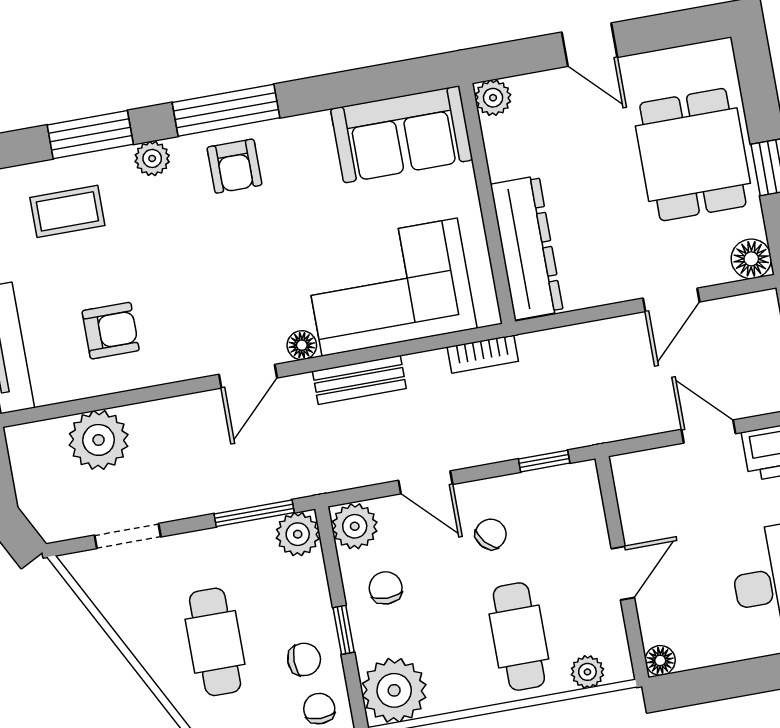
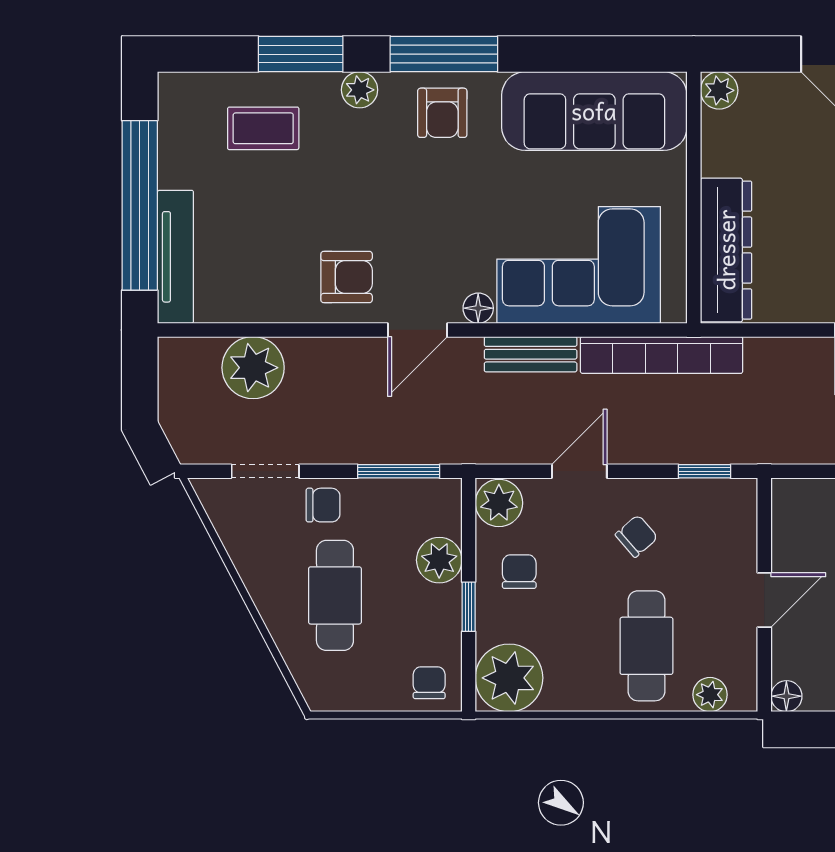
sofa: (402, 134) -> (594, 111), width x1.36
armchair: (111, 331) -> (347, 277), moved
bookcase: (483, 354) -> (662, 355), width x2.31, depth x1.31
door: (426, 482) -> (579, 471), swing flipped
plant: (298, 534) -> (439, 560), moved
chair: (304, 659) -> (323, 505), moved

